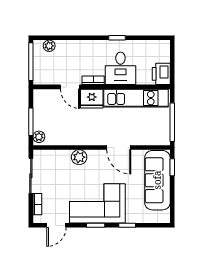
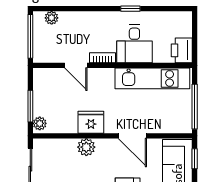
fridge: (92, 99) -> (91, 122), moved, turned 180

